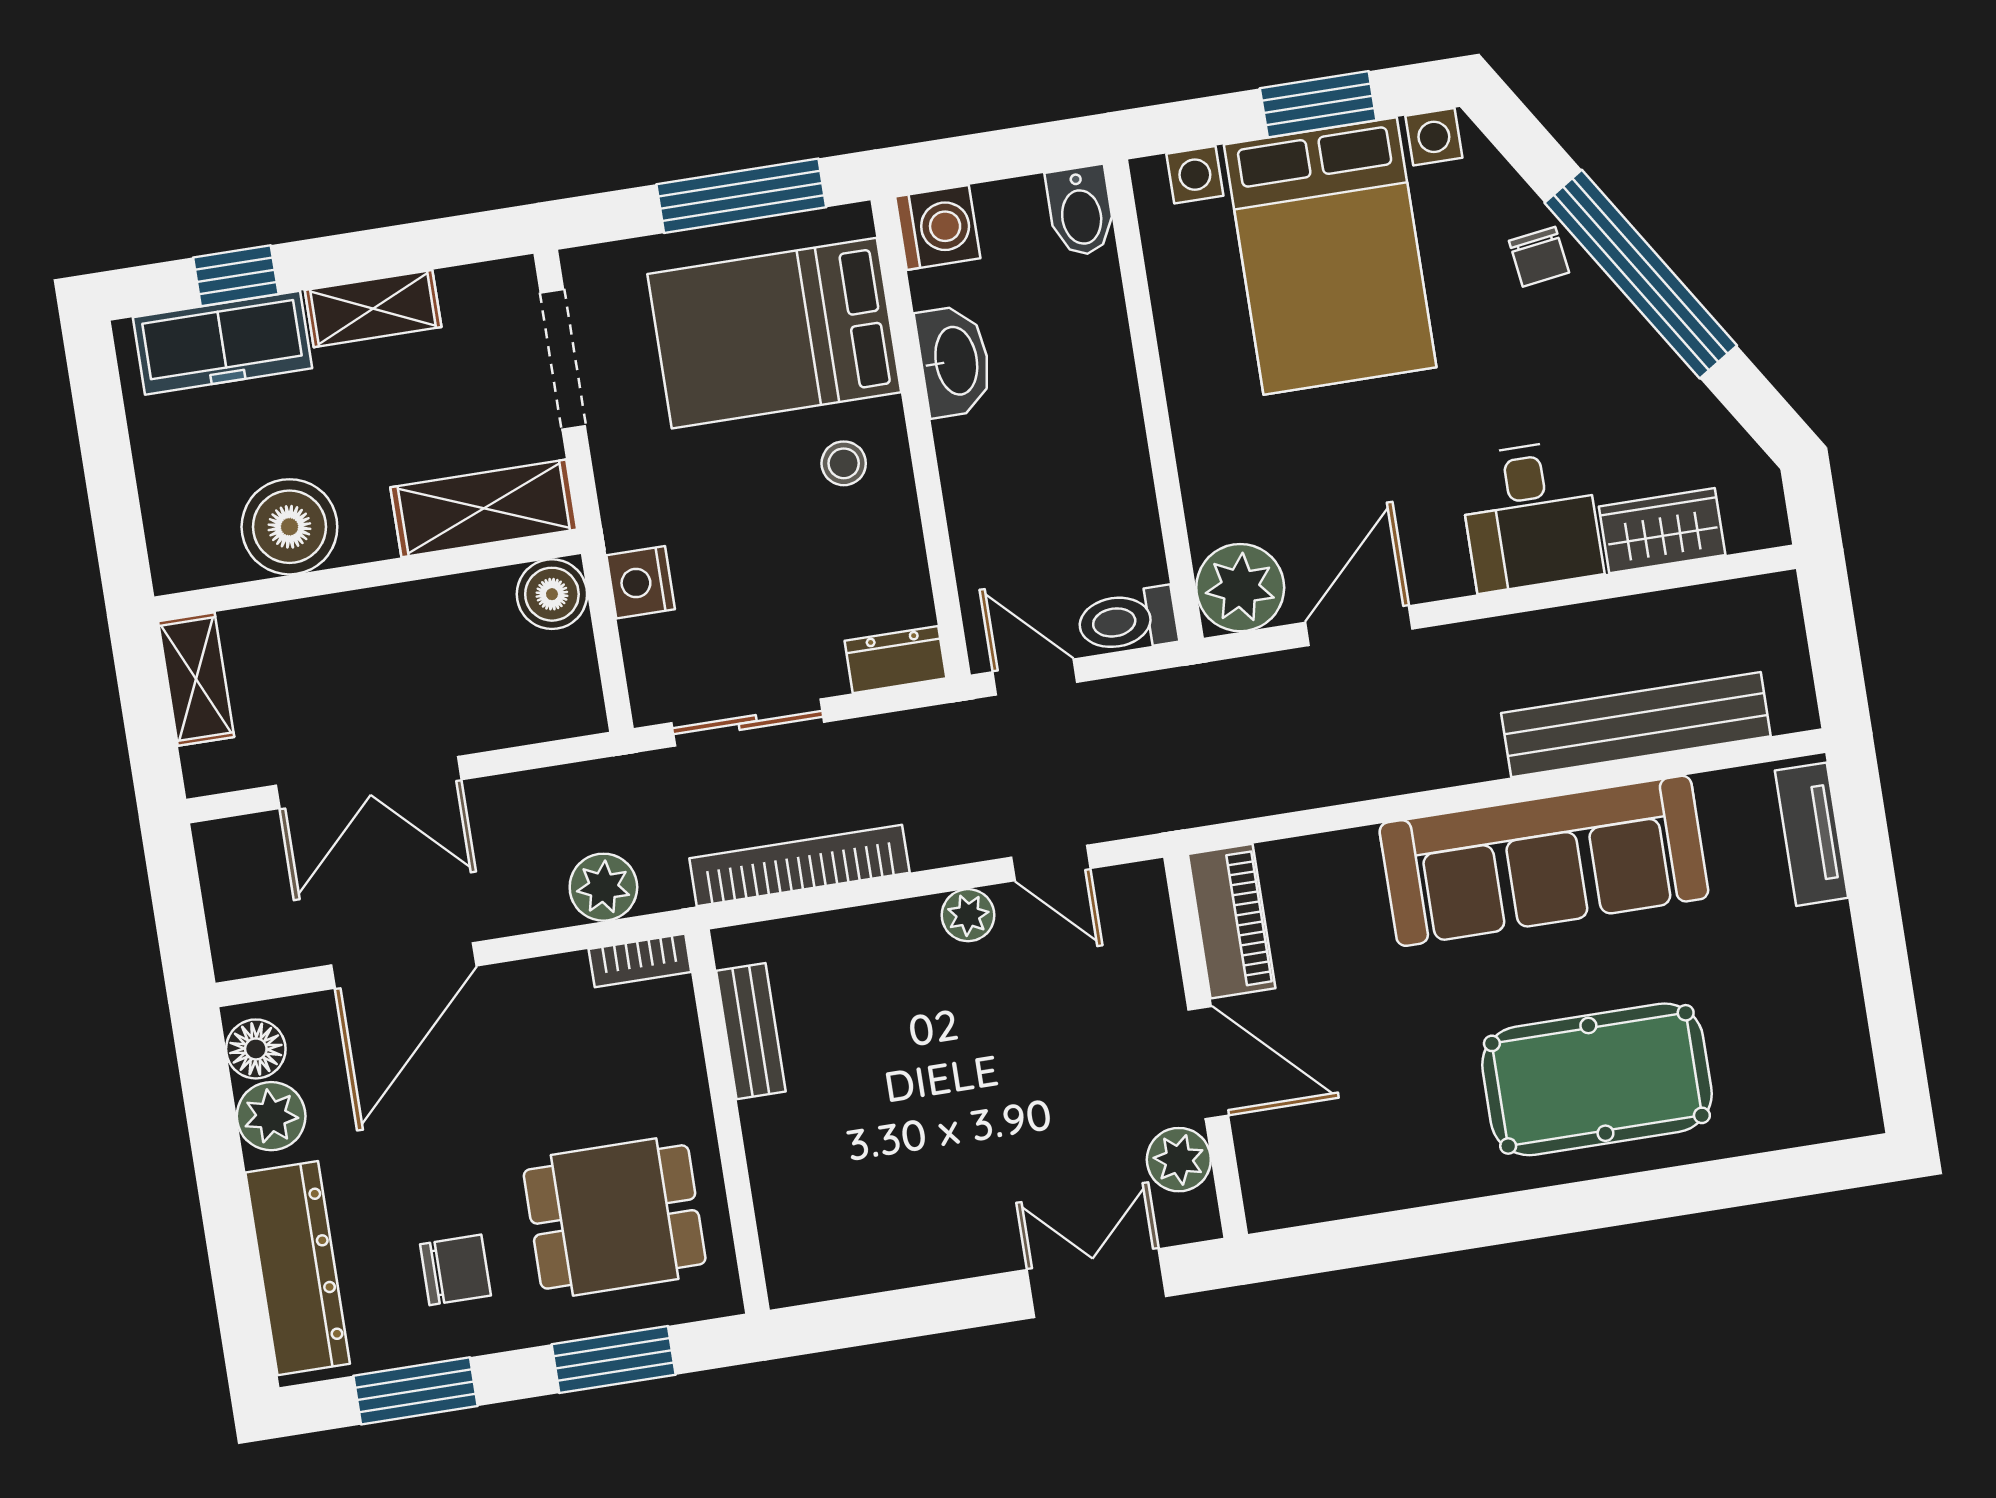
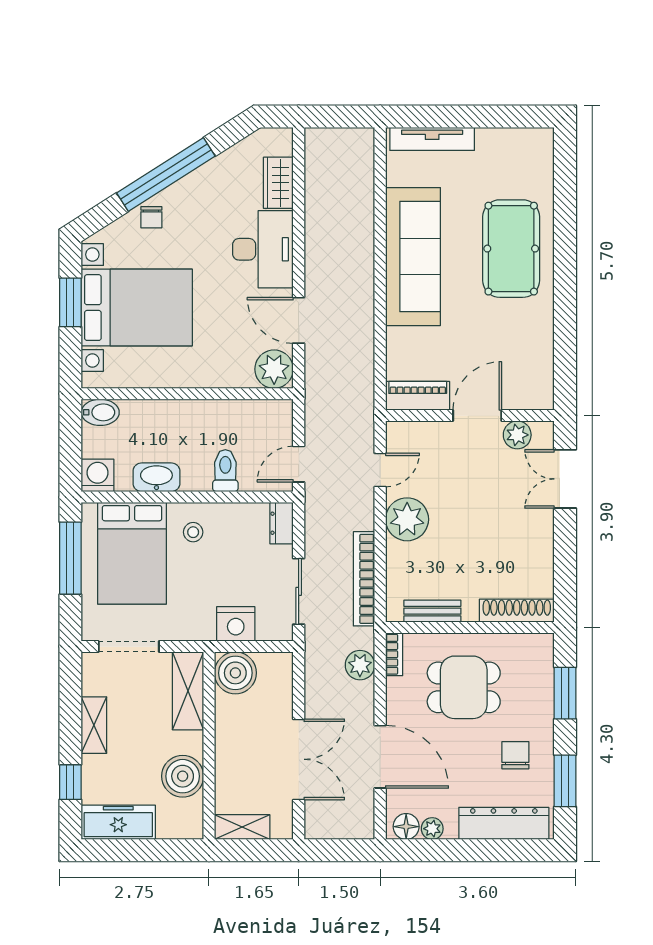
chair: (1539, 257) -> (151, 217), turned 98
freezer: (222, 343) -> (118, 822), moved, turned -90
desk: (1530, 516) -> (263, 249), width x1.37
nightstand: (641, 582) -> (236, 624), width x1.36, depth x1.33
boiler: (552, 594) -> (235, 673), width x1.37, depth x1.37
toilet: (1127, 620) -> (225, 471), moved, turned 180
bench: (1636, 725) -> (360, 207), removed
tv unit: (1812, 834) -> (432, 139), width x1.41
plant: (968, 915) -> (407, 519), width x1.88, depth x1.88
plant: (271, 1116) -> (432, 829), width x0.73, depth x0.73
dining table: (615, 1217) -> (464, 687), moved, turned 90
shoe rack: (782, 1221) -> (517, 611), added

